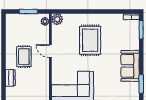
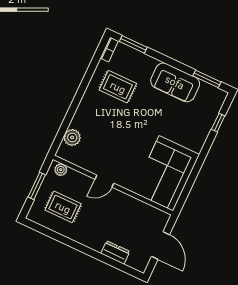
plant: (57, 19) -> (72, 137), moved
rug: (90, 40) -> (118, 87), moved, width x0.73, depth x0.70
rug: (24, 57) -> (63, 207), moved

